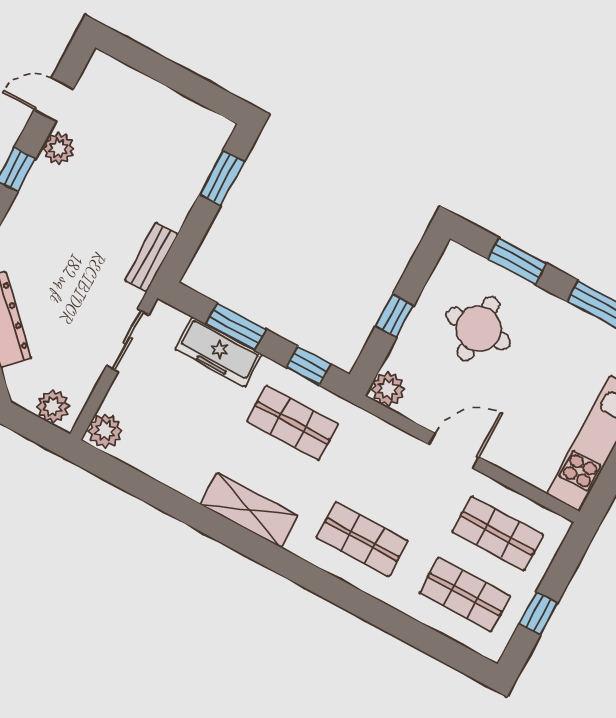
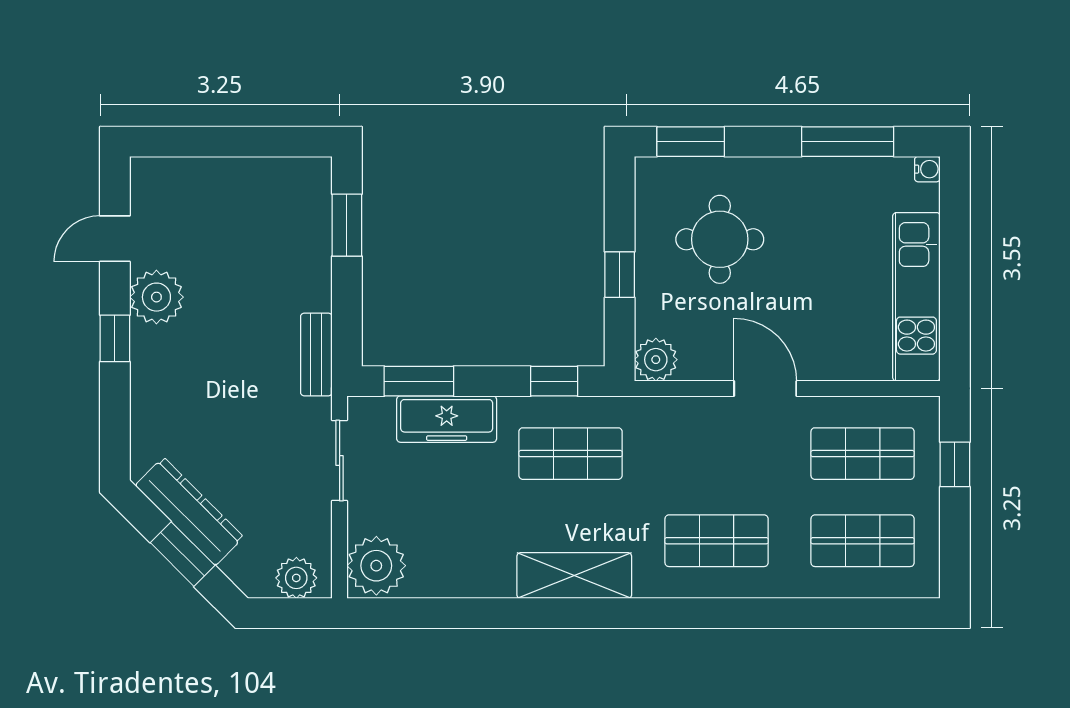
plant: (59, 149) -> (156, 297), width x1.36, depth x1.36
window: (517, 261) -> (691, 142), moved
window: (236, 327) -> (419, 381), moved
plant: (105, 431) -> (376, 566), width x1.36, depth x1.36
door: (454, 451) -> (765, 388), hinge flipped
window: (538, 613) -> (955, 464), moved

